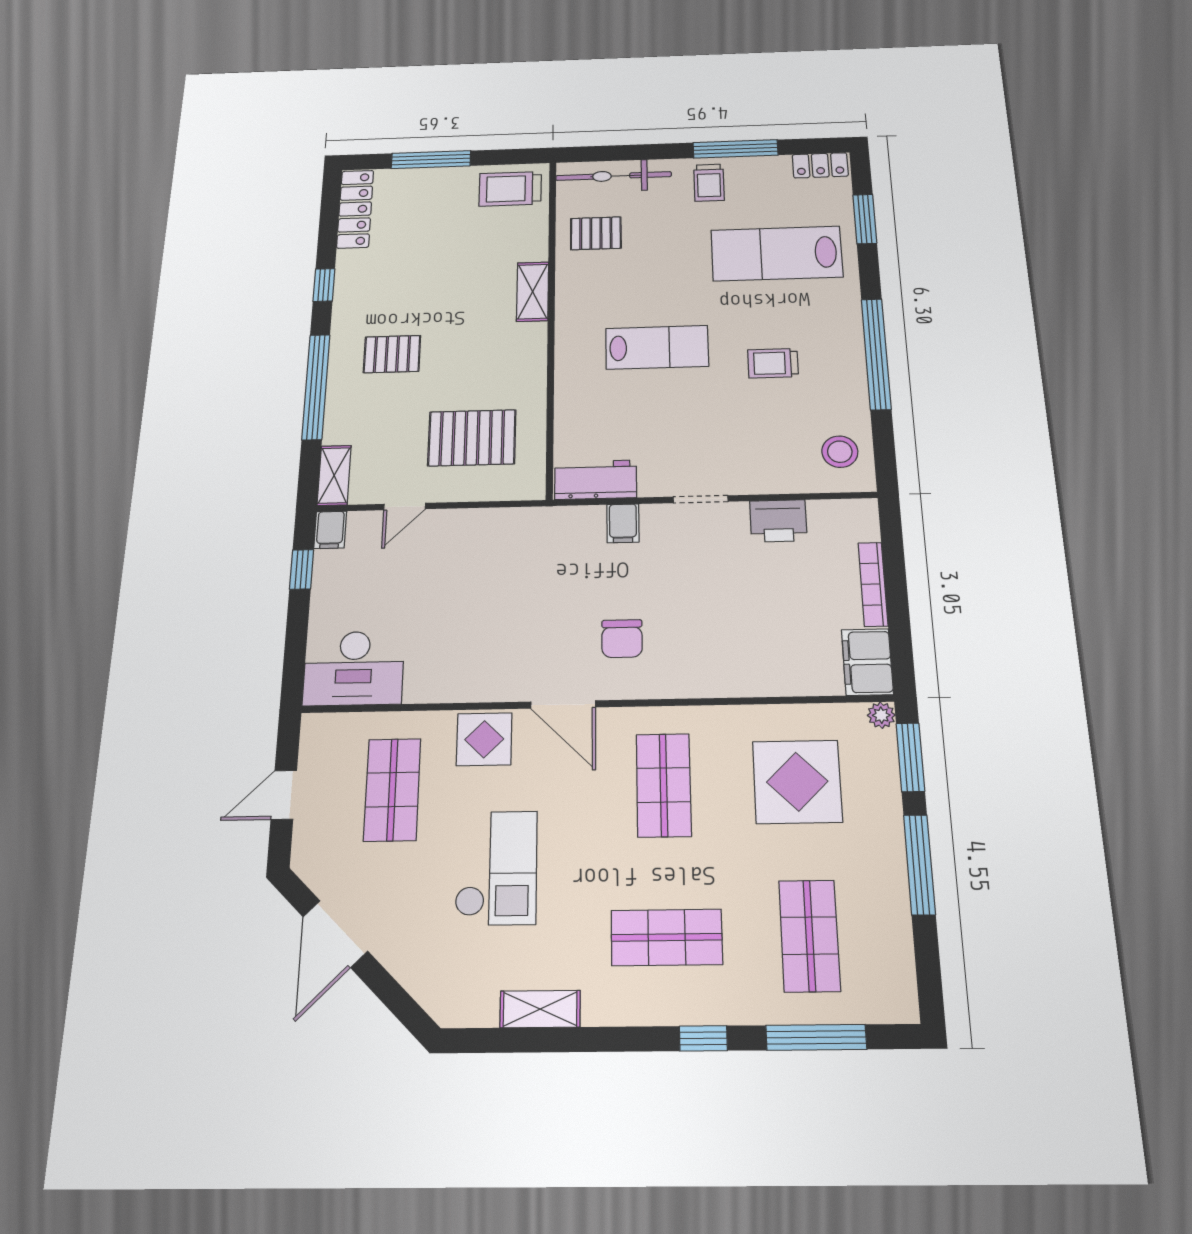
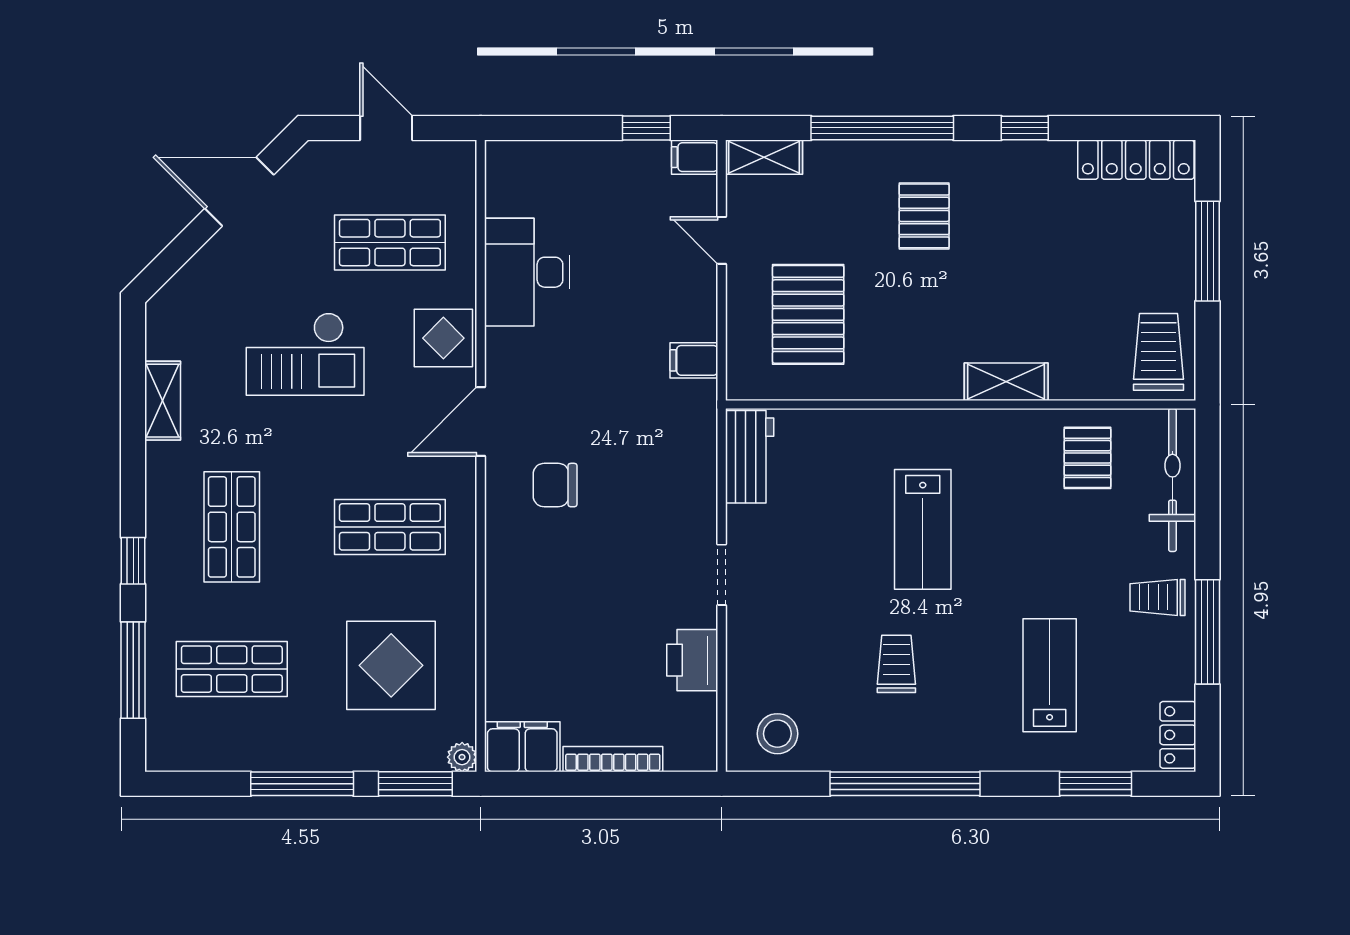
lab bench: (777, 253) -> (1050, 675), width x0.73, depth x0.72
filing cabinet: (623, 523) -> (694, 360), moved
desk: (354, 668) -> (527, 272), moved

